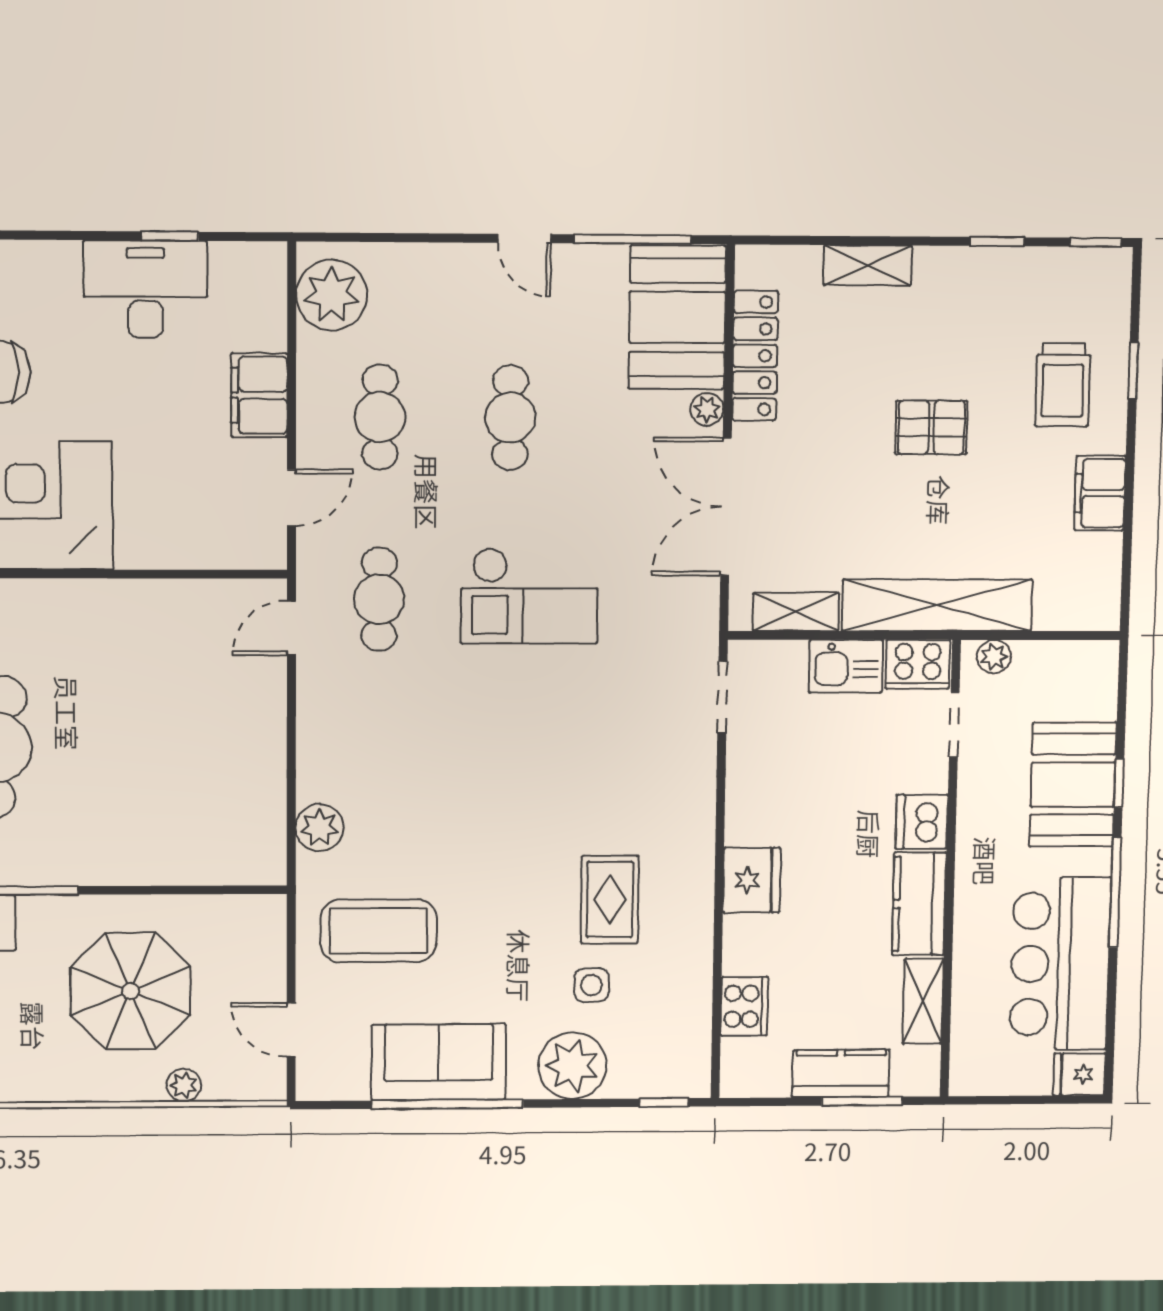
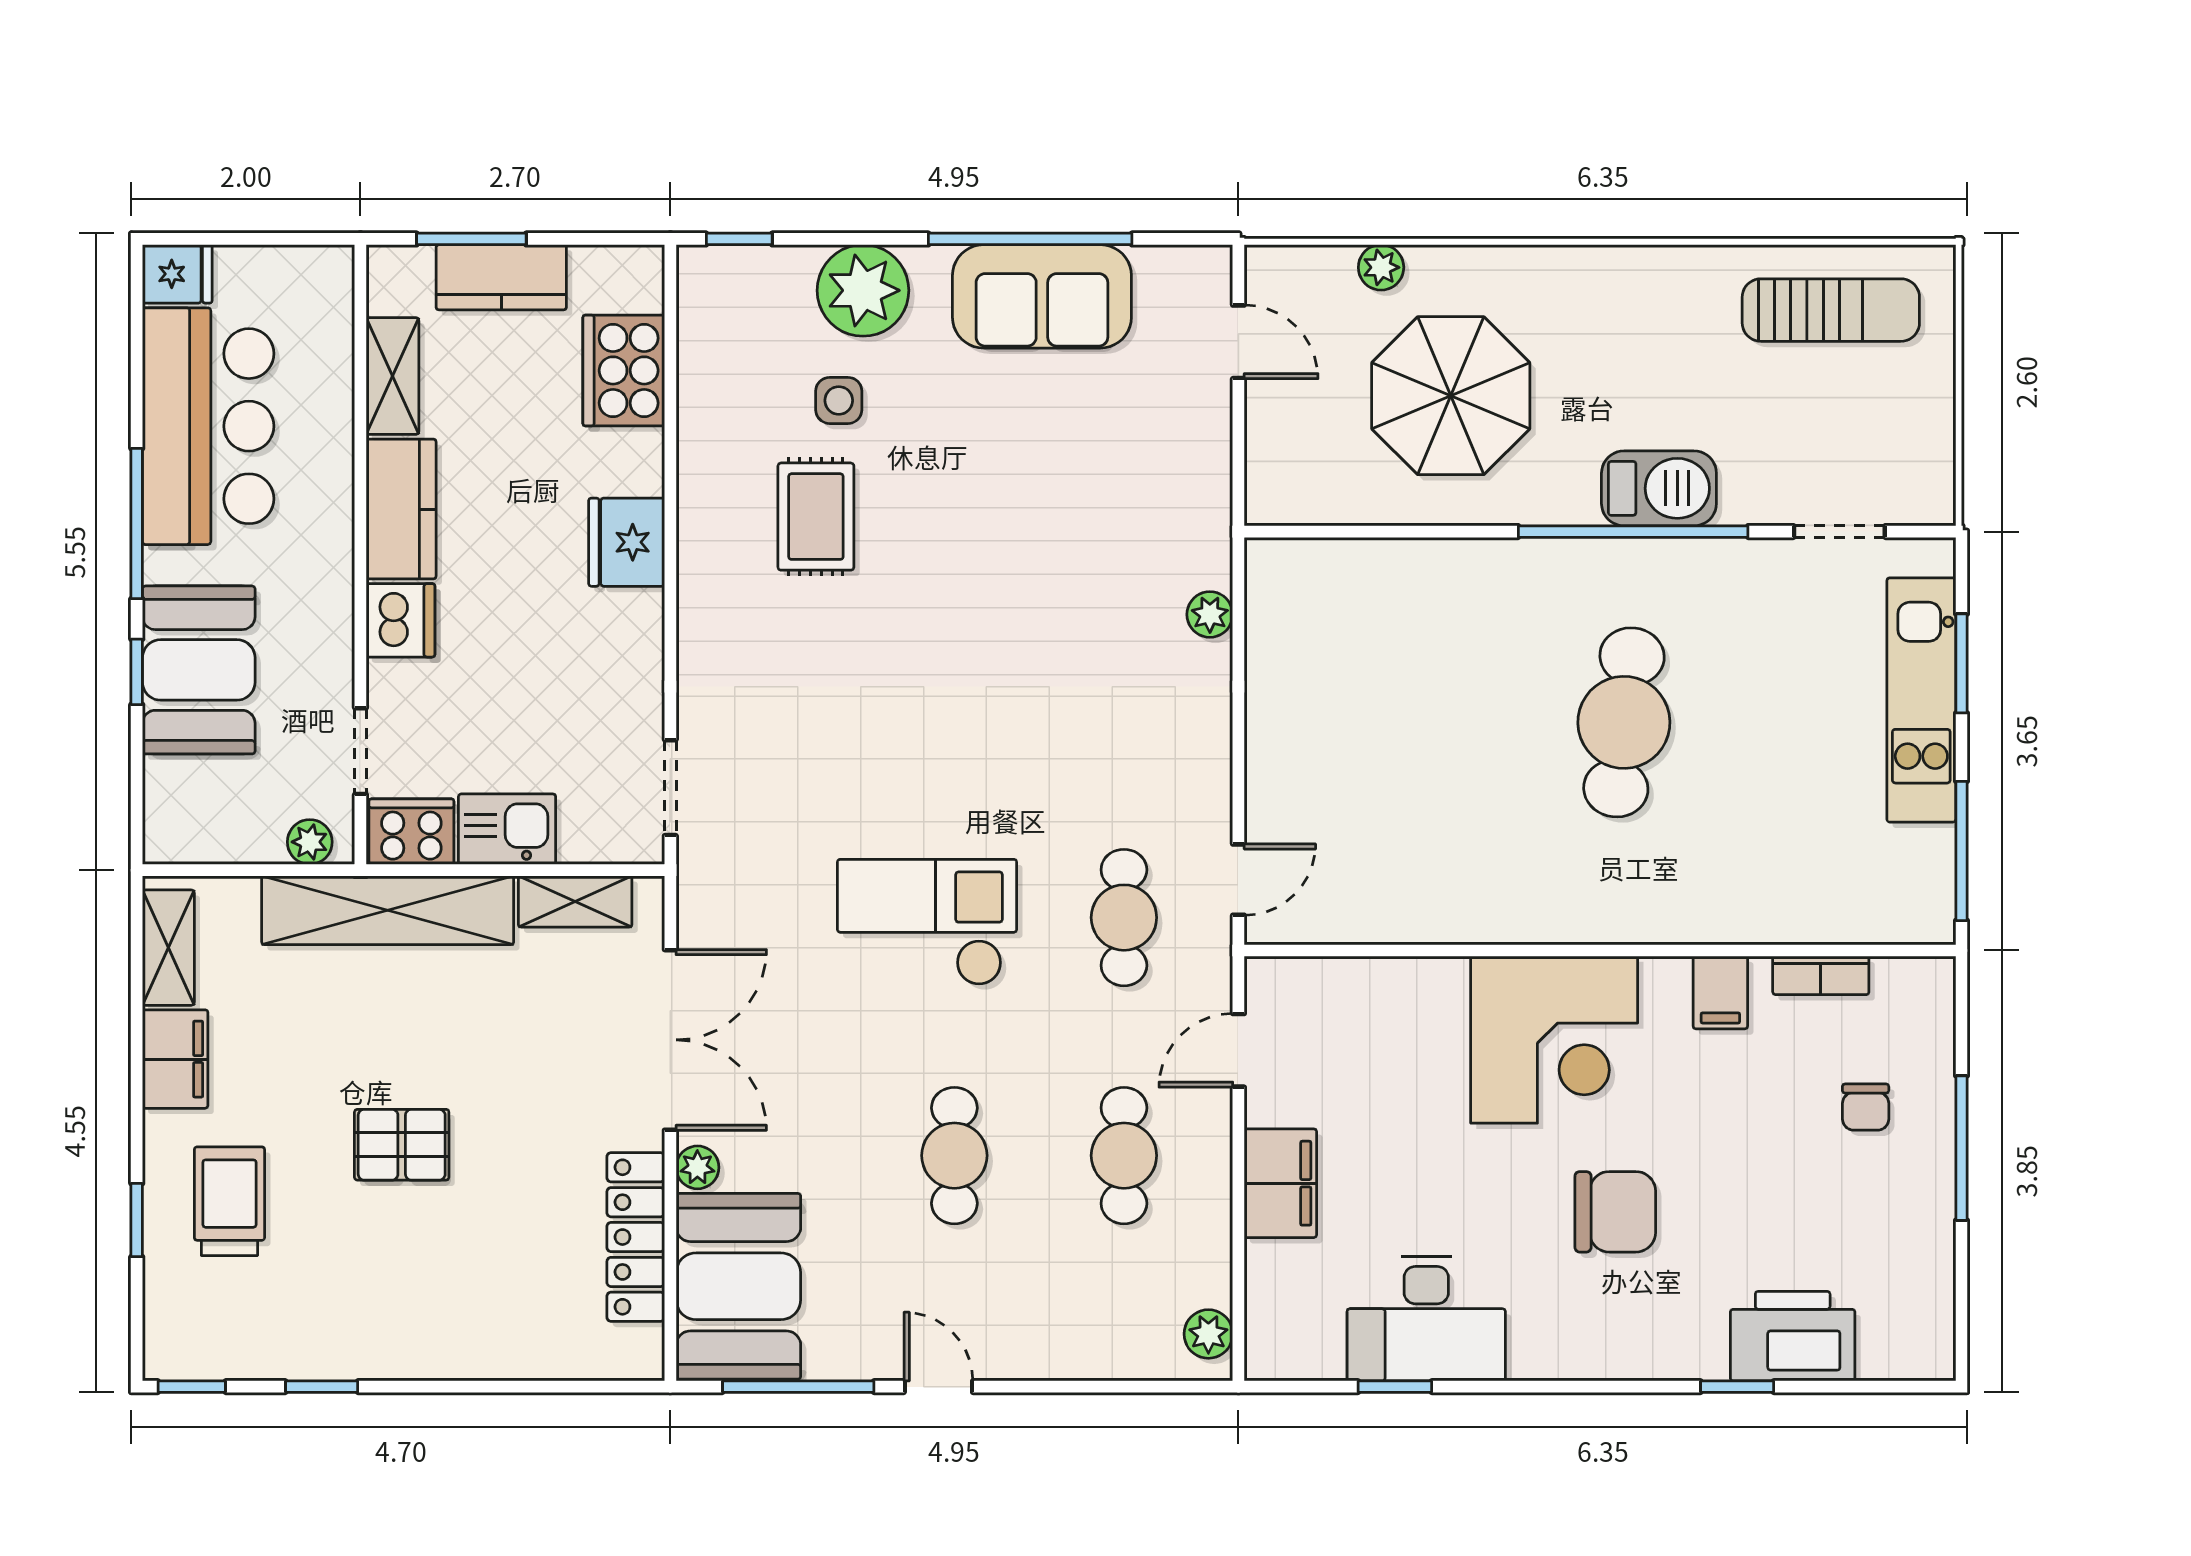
shelving: (867, 265) -> (168, 948), moved, turned 90
plant: (332, 295) -> (1208, 1334), width x0.53, depth x0.53
plant: (320, 828) -> (1210, 614), width x0.73, depth x0.73
coffee table: (378, 931) -> (1123, 475), removed
cooker: (744, 1006) -> (624, 370), width x1.37, depth x1.31

